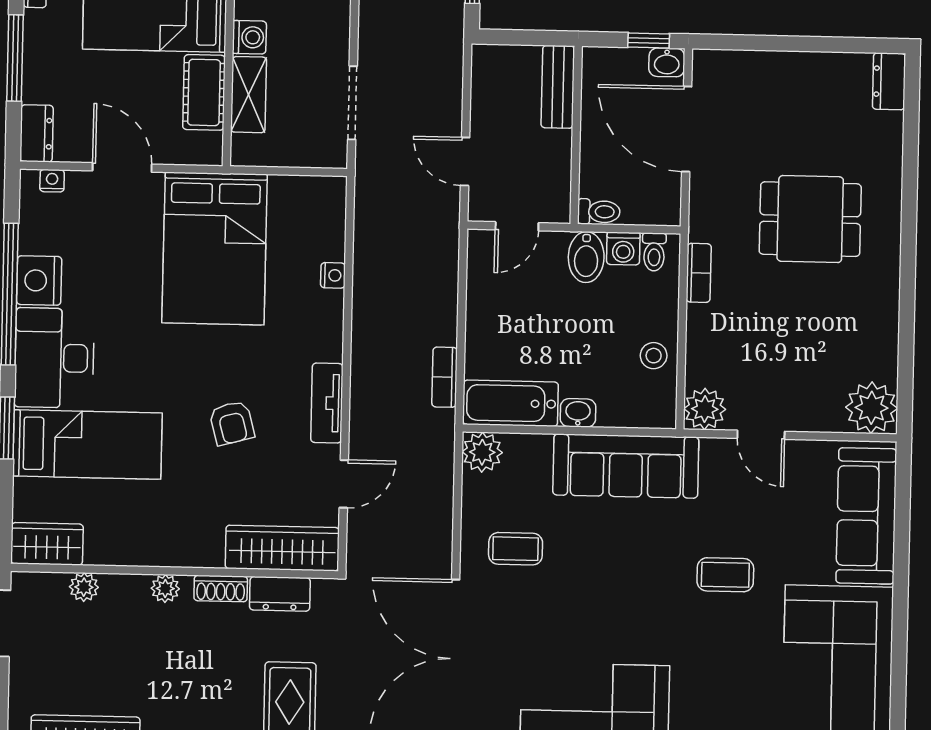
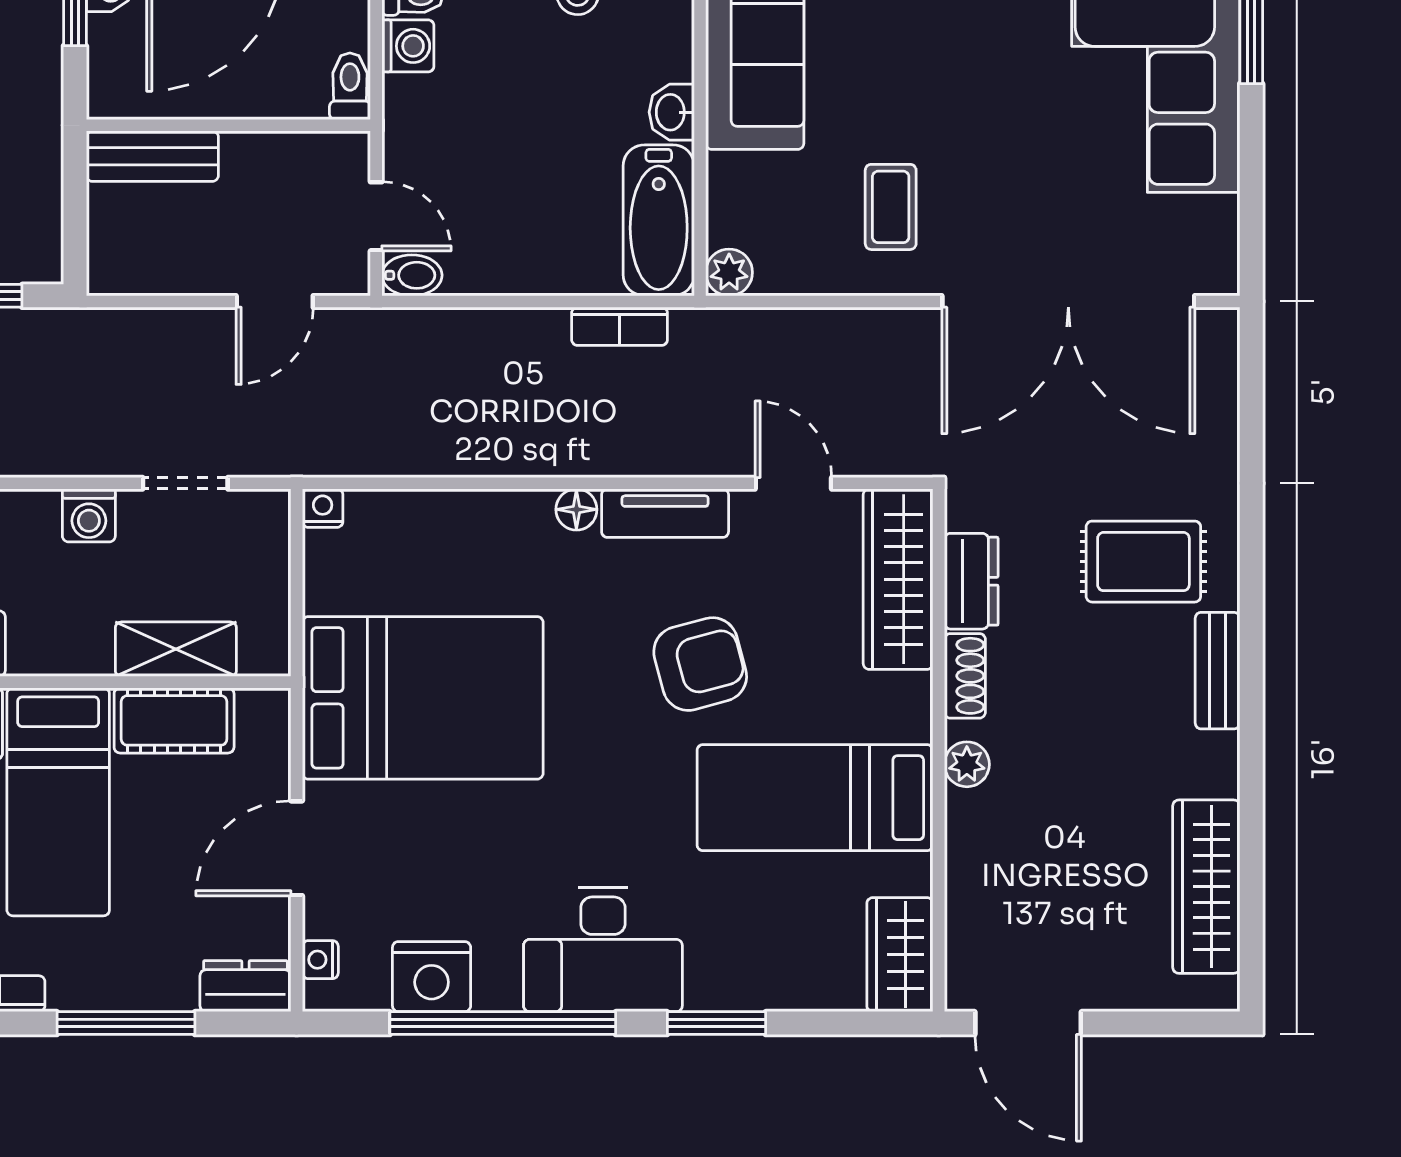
washing machine: (249, 37) -> (89, 515), moved, turned 180
doorway: (352, 103) -> (185, 483), width x0.73
bidet: (586, 257) -> (412, 275), moved, width x0.72, depth x0.74
nightstand: (333, 275) -> (323, 508), moved
nightstand: (39, 280) -> (432, 977), moved
floor lamp: (330, 348) -> (576, 509), added
armchair: (232, 423) -> (700, 664), width x1.38, depth x1.38
bed: (87, 445) -> (815, 798), moved, turned -90
plant: (482, 452) -> (729, 272), width x0.73, depth x0.73
plant: (84, 587) -> (967, 894), removed

